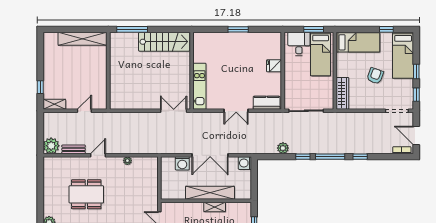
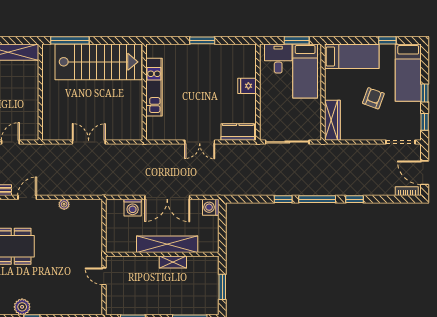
stairs: (164, 42) -> (98, 62), width x1.36, depth x1.51
kitchen unit: (199, 86) -> (154, 87), moved
double door: (174, 111) -> (89, 142), moved
plant: (283, 148) -> (258, 189), removed

